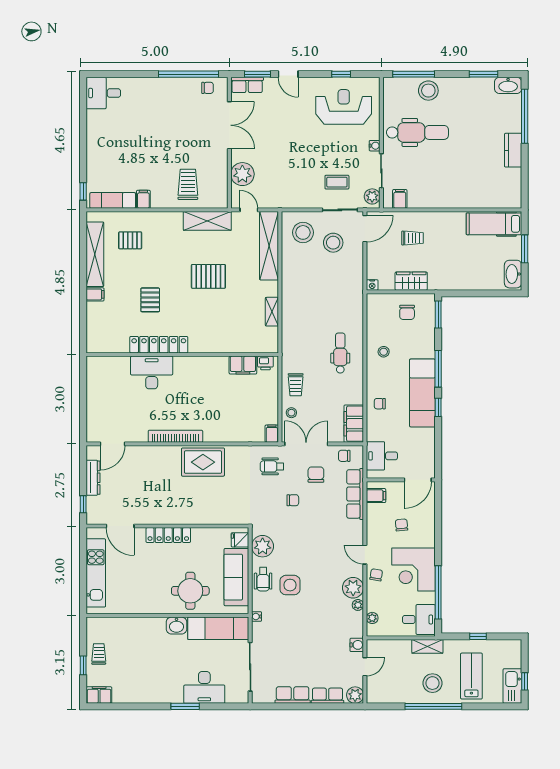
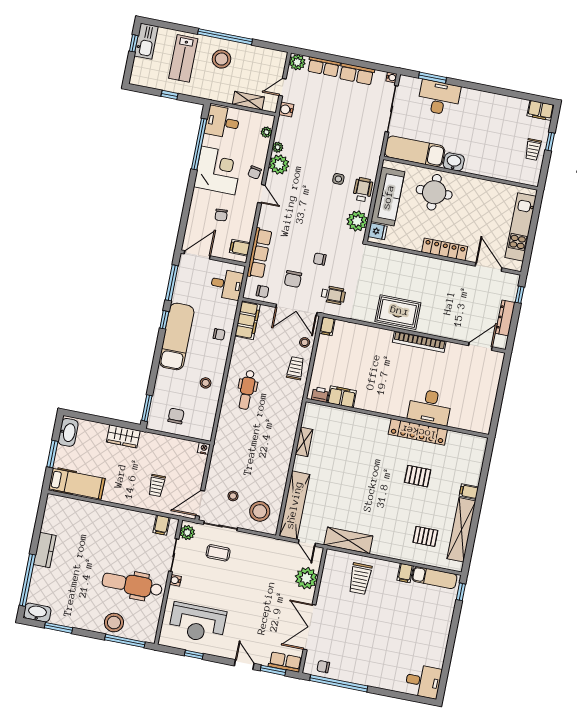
trolley: (413, 238) -> (157, 485), turned -90
stool: (333, 243) -> (233, 496), width x0.53, depth x0.53
pallet: (208, 276) -> (358, 487), removed
wardrobe: (411, 281) -> (123, 436), moved
pallet: (150, 300) -> (418, 476), turned 90
window: (438, 369) -> (172, 283), moved
side table: (290, 585) -> (338, 179), width x0.54, depth x0.54
water cooler: (257, 616) -> (391, 77), moved
shelving: (427, 646) -> (248, 101), moved
window: (185, 706) -> (432, 78), moved

